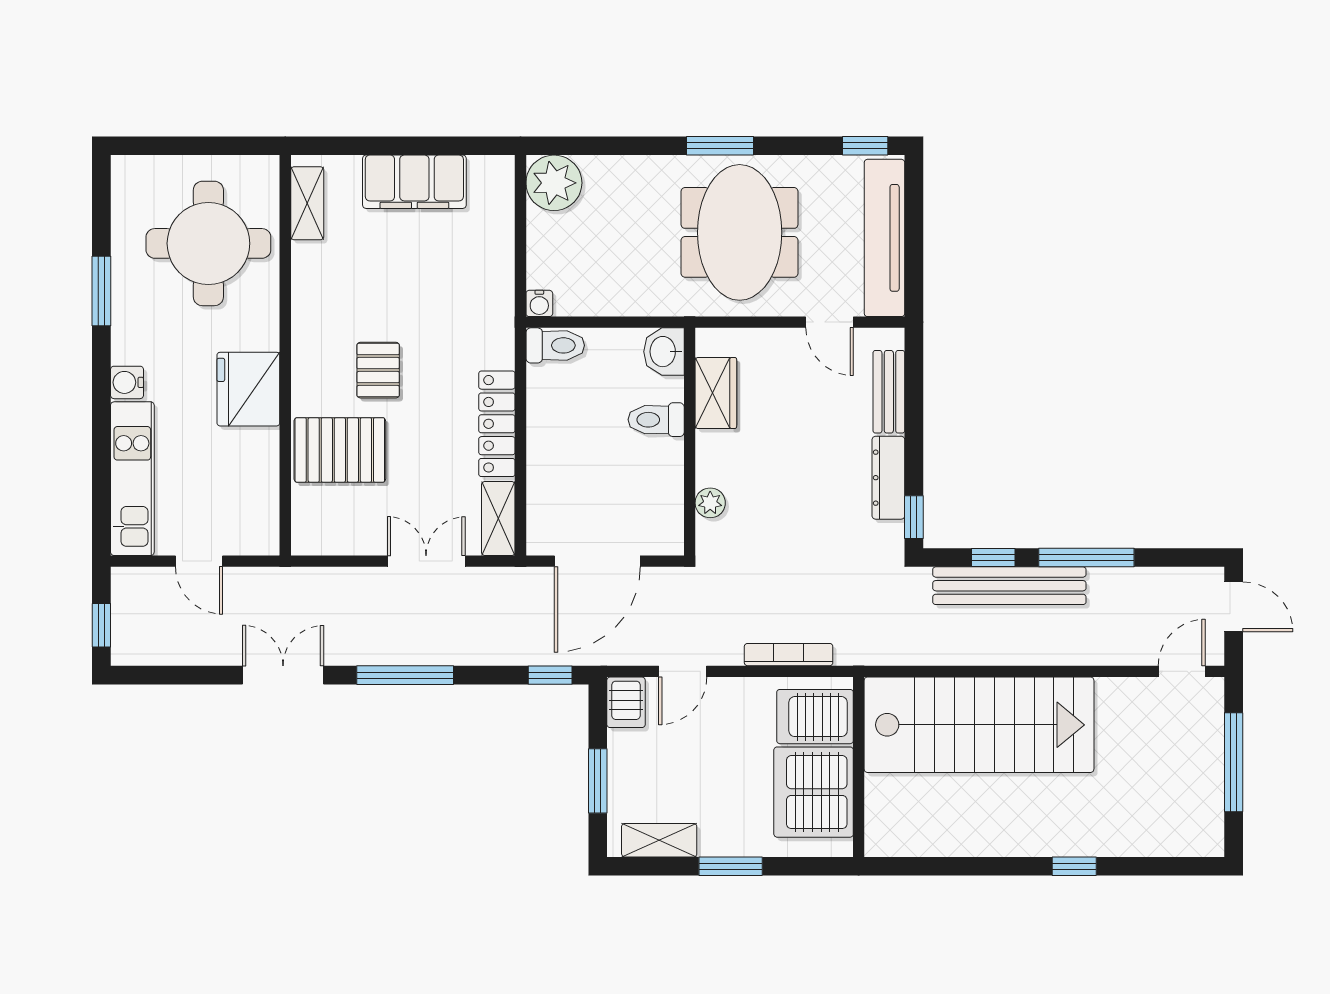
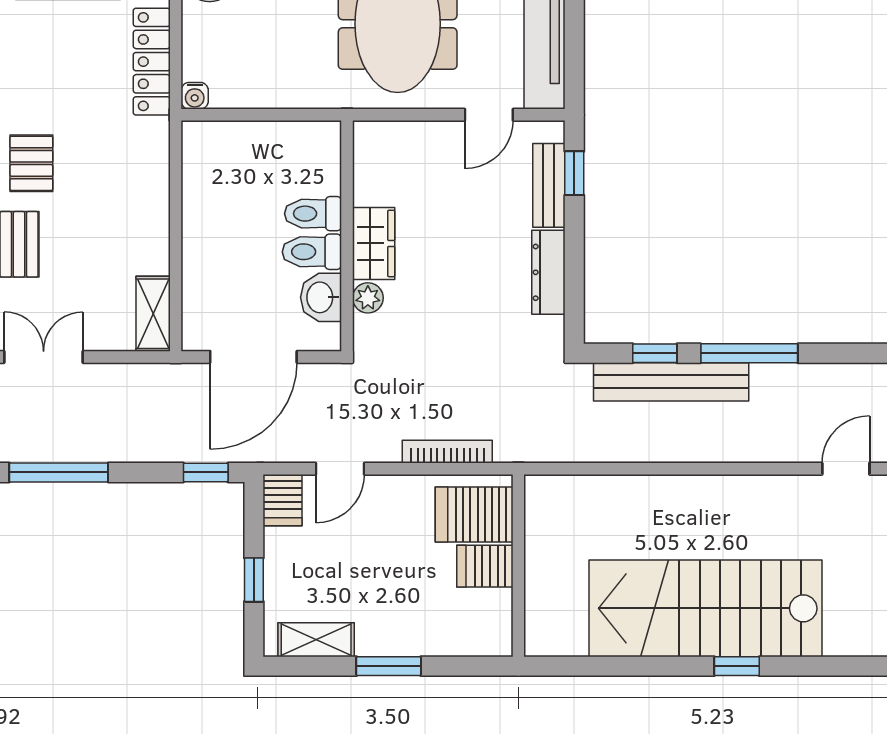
door: (830, 322) -> (489, 115), hinge flipped
toilet: (555, 345) -> (312, 252), moved, turned 180
washbasin: (664, 352) -> (321, 297), moved
wardrobe: (716, 393) -> (374, 243), moved
locker: (497, 424) -> (152, 62), moved
window: (914, 517) -> (574, 173), moved
double door: (426, 561) -> (44, 357), moved
stairs: (979, 725) -> (706, 608), moved, turned 180
window: (598, 781) -> (254, 580), width x0.67
server rack: (814, 792) -> (485, 566), width x0.46, depth x0.70

